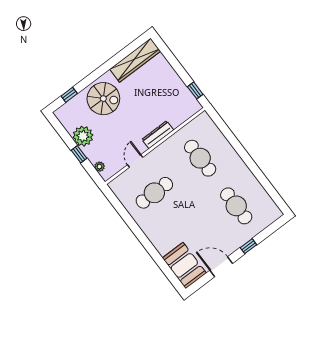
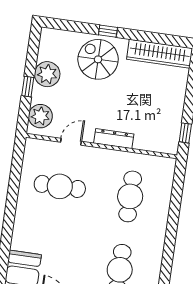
window: (69, 95) -> (108, 31), moved
spiral stairs: (103, 99) -> (98, 59), turned 180
plant: (100, 167) -> (40, 116), width x1.87, depth x1.87

